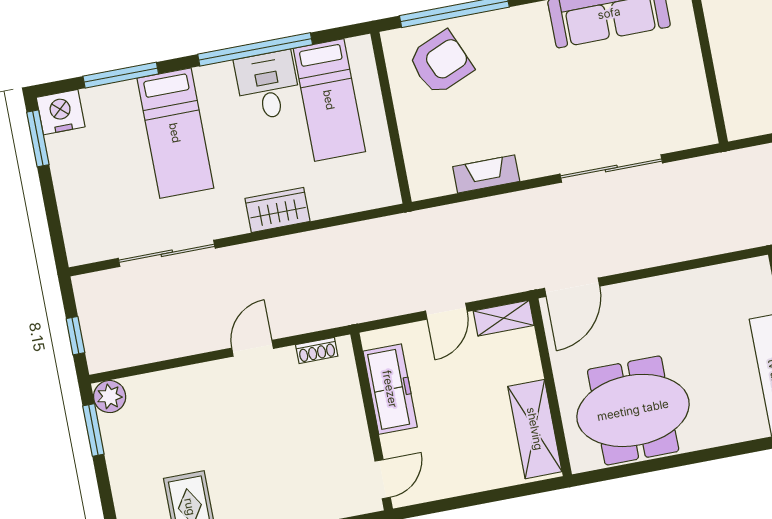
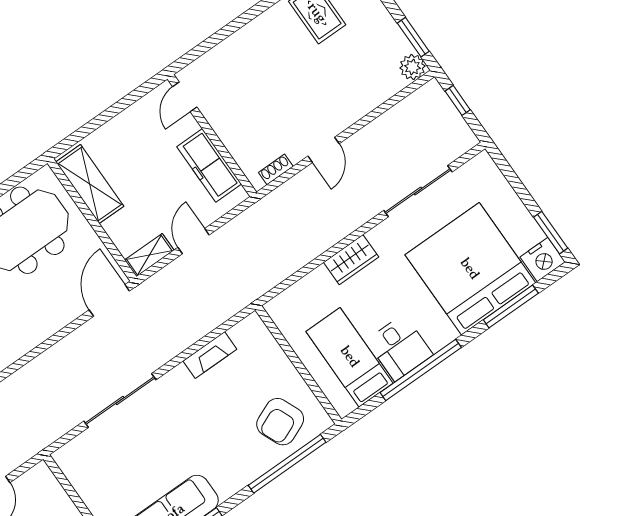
bed: (175, 133) -> (470, 269), width x2.04

